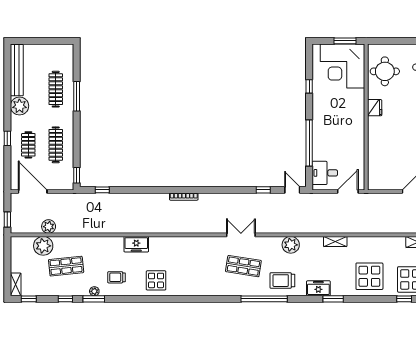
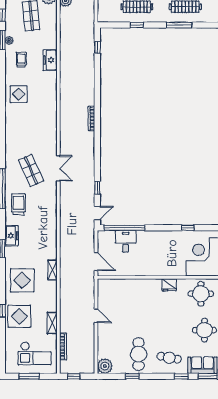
window: (309, 143) -> (124, 228), moved
desk: (325, 173) -> (126, 241), moved
window: (77, 175) -> (137, 25), moved
shelving: (335, 241) -> (52, 270), moved
freezer: (136, 244) -> (50, 60), moved
plant: (291, 245) -> (50, 212), removed
shop shelf: (243, 266) -> (31, 170), turned -33

